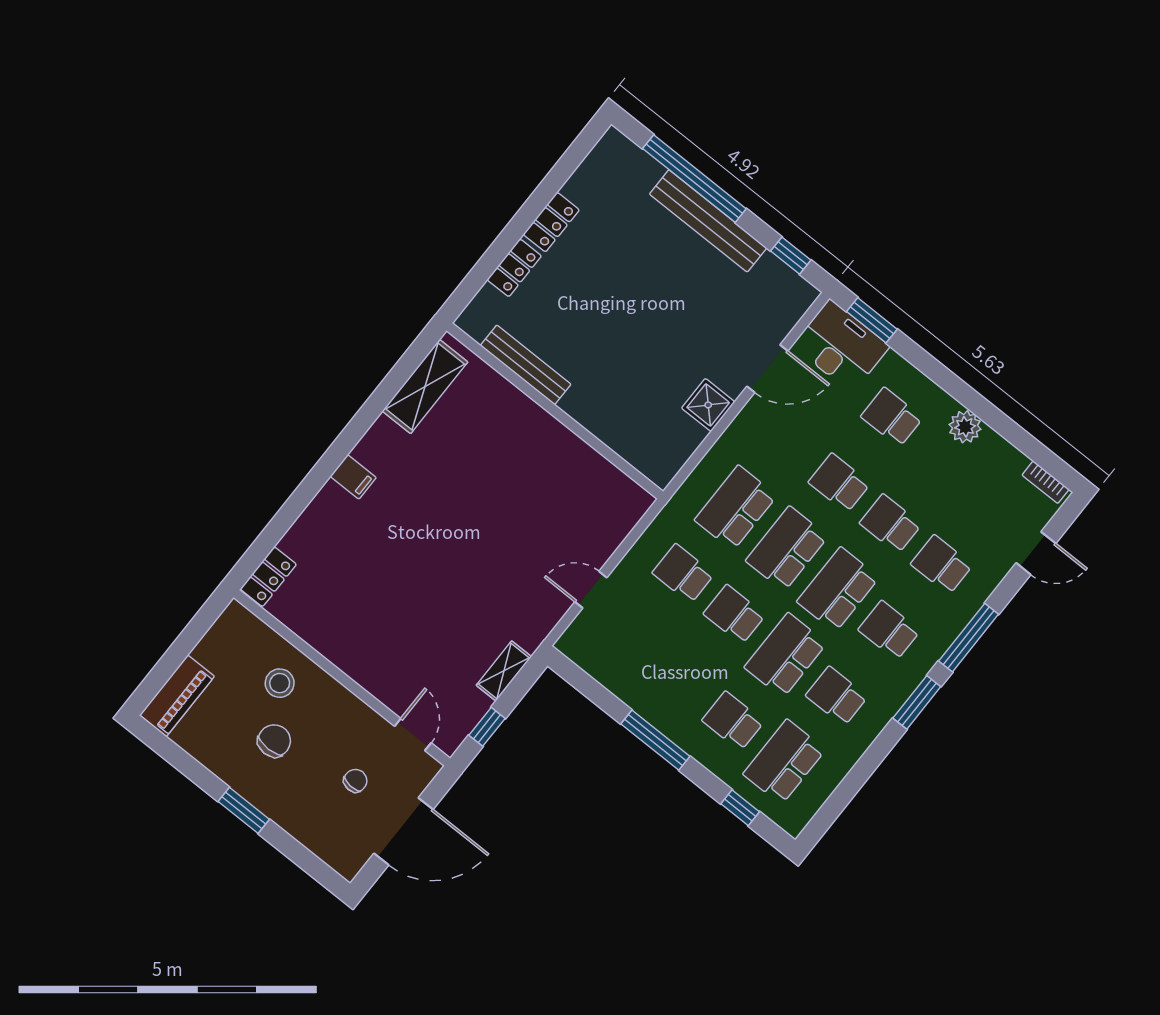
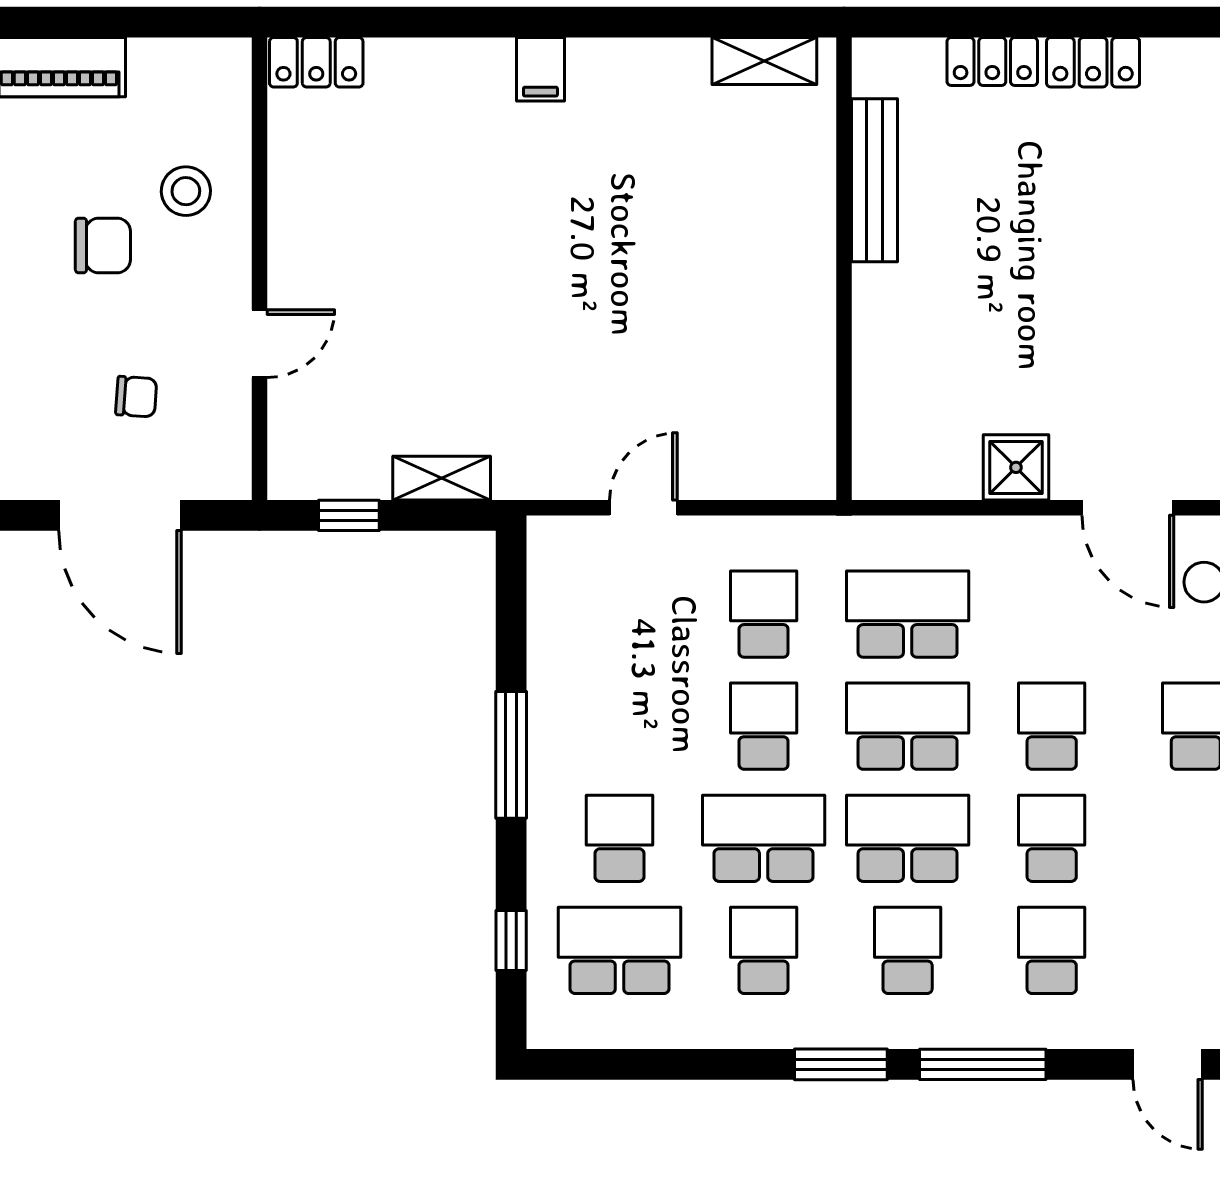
shelving: (425, 386) -> (764, 61), width x0.67, depth x0.75
door: (591, 590) -> (643, 508), hinge flipped
door: (413, 735) -> (259, 344), moved

